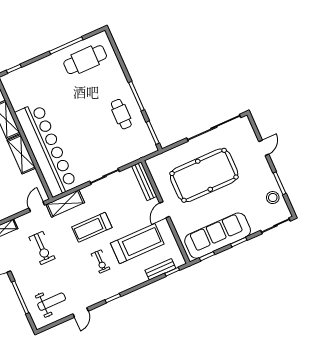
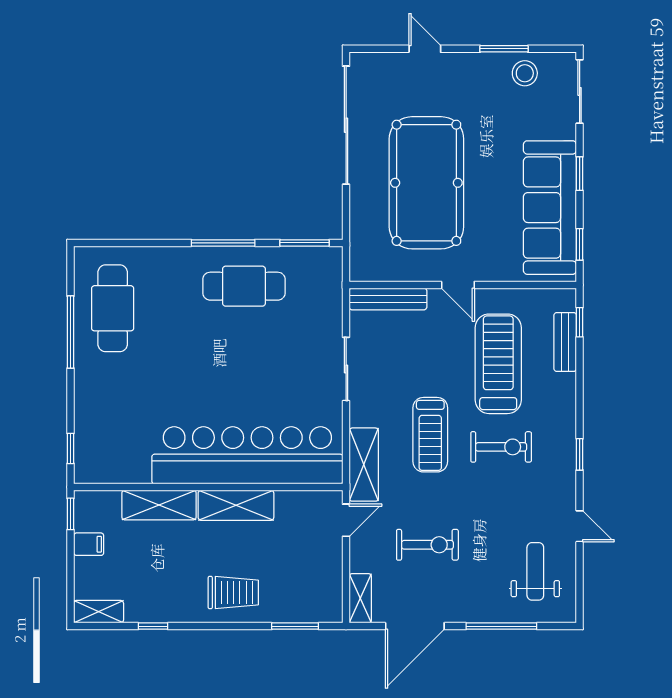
cafe table: (121, 114) -> (244, 286), width x1.37, depth x1.35
door: (37, 207) -> (346, 520), swing flipped
exercise bike: (101, 261) -> (501, 447), width x1.38, depth x1.39

